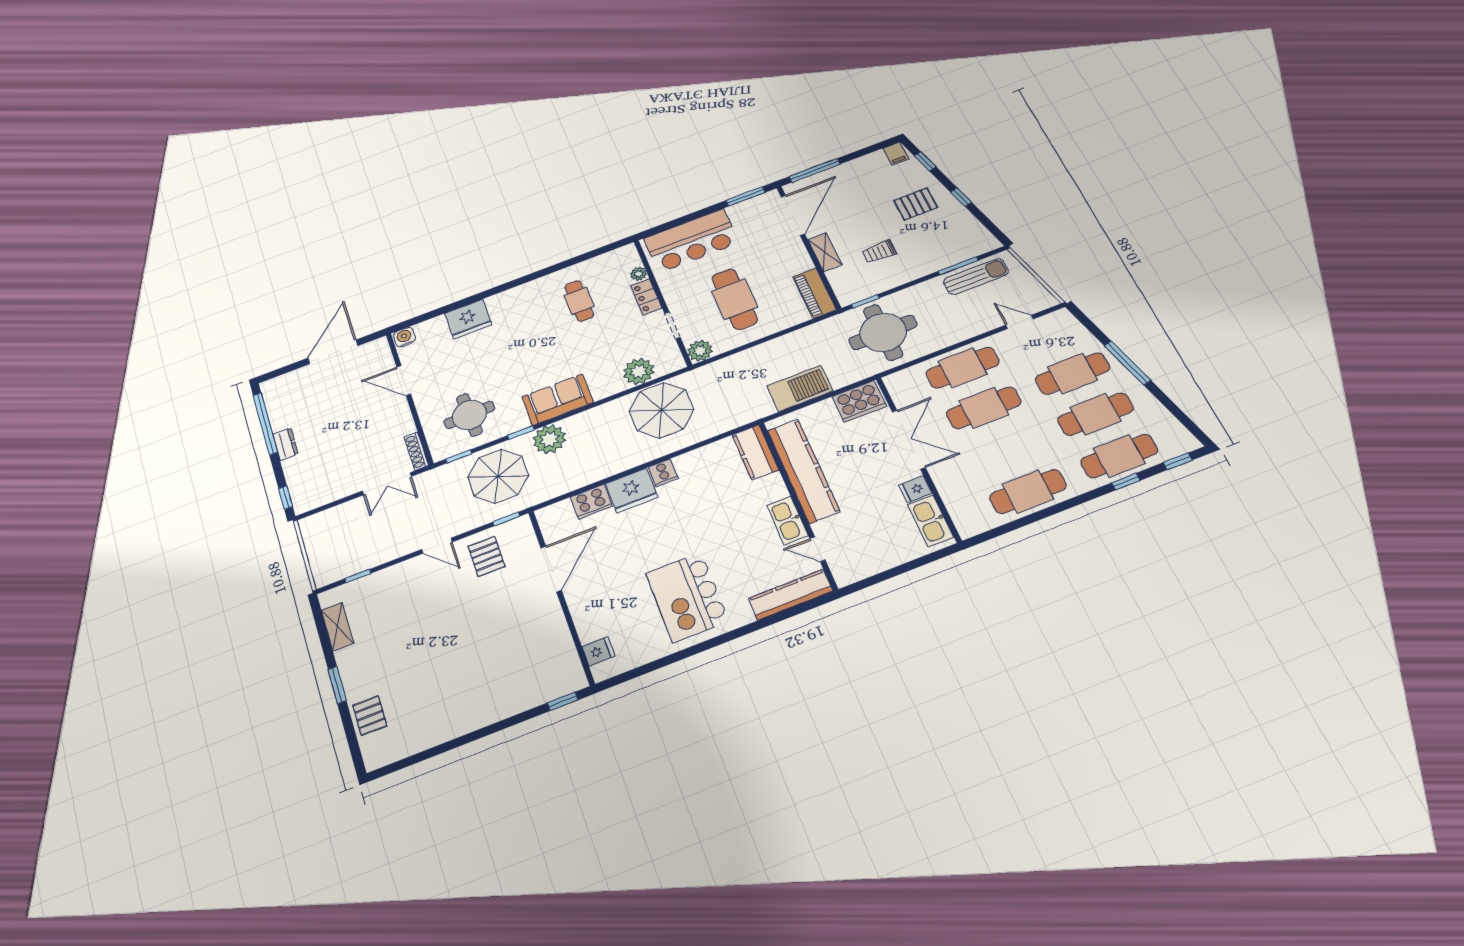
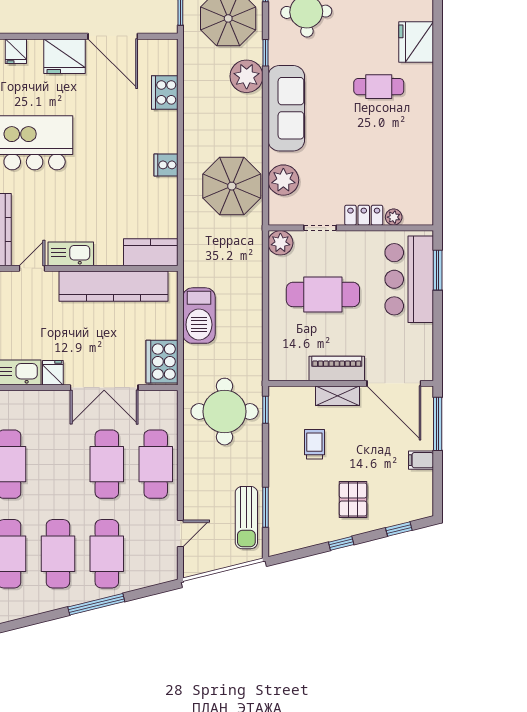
filing cabinet: (896, 154) -> (421, 460), moved
window: (745, 196) -> (438, 270), moved
piano: (814, 293) -> (337, 368), moved
cafe table: (579, 301) -> (379, 87), moved
sofa: (558, 400) -> (286, 108), width x1.36
fridge: (632, 490) -> (64, 56), moved, turned -90

